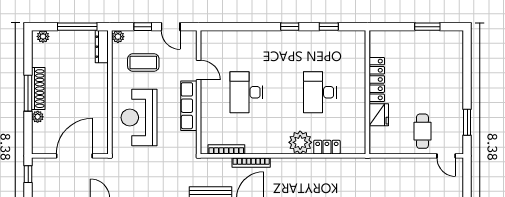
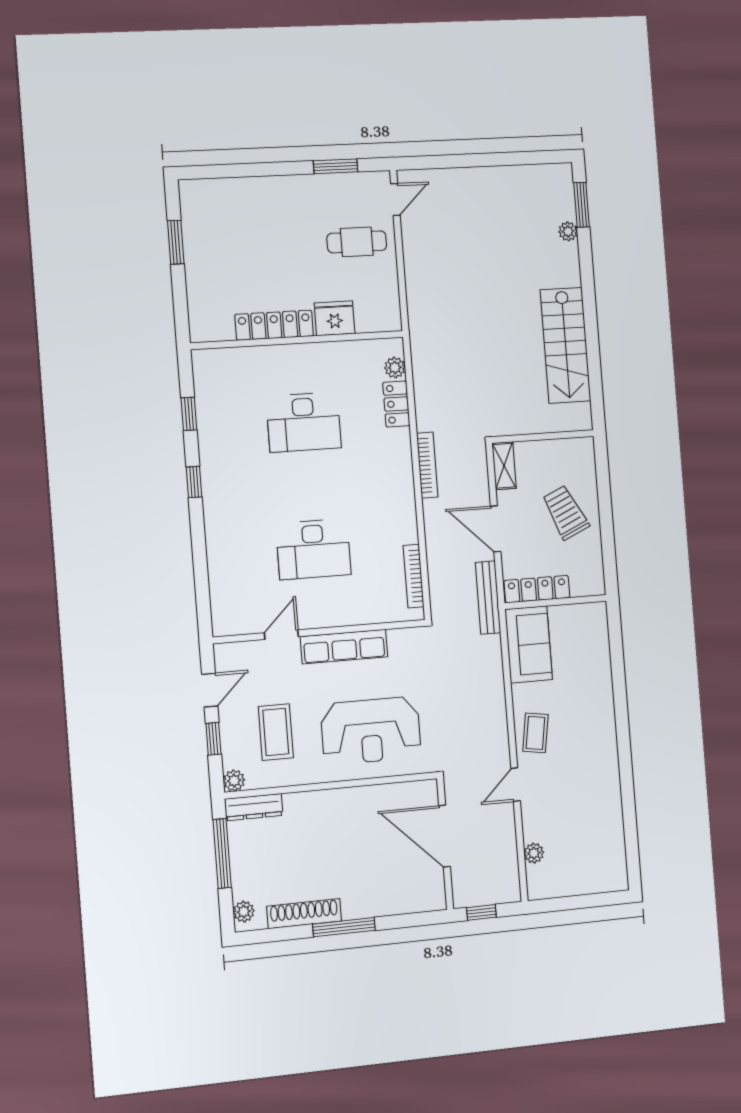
shoe rack: (38, 89) -> (304, 914), moved
plant: (38, 117) -> (383, 906), removed
plant: (300, 142) -> (395, 368), moved, width x0.53, depth x0.53
bookcase: (251, 163) -> (427, 465), moved

